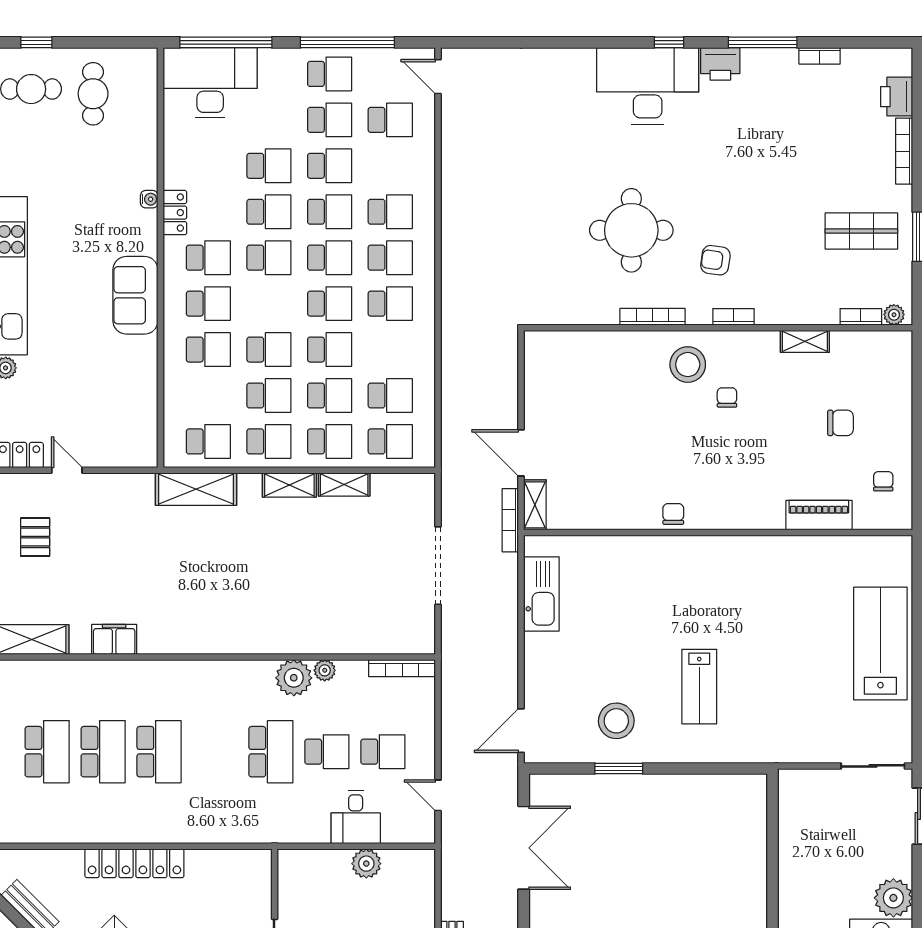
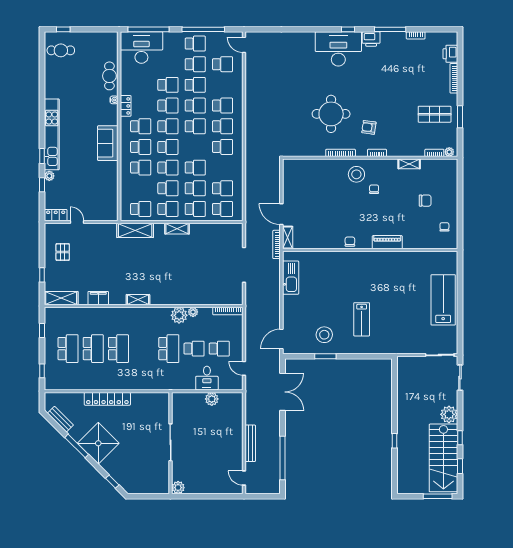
cafe table: (93, 94) -> (109, 76), moved
school desk: (330, 304) -> (168, 147), moved
shelving: (344, 484) -> (138, 300), moved
piano: (819, 515) -> (387, 242), moved

